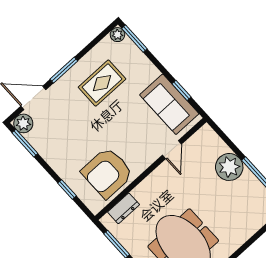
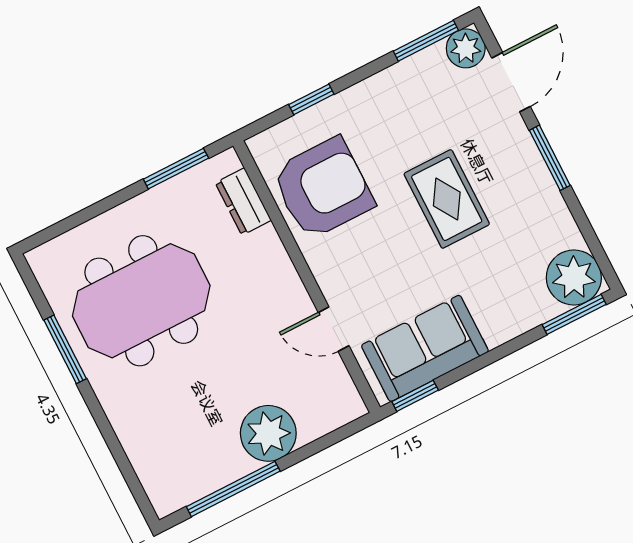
plant: (117, 35) -> (574, 277), width x1.88, depth x1.88
rug: (102, 83) -> (447, 199), moved
window: (182, 90) -> (415, 396), moved
armchair: (107, 173) -> (323, 188), turned 90

